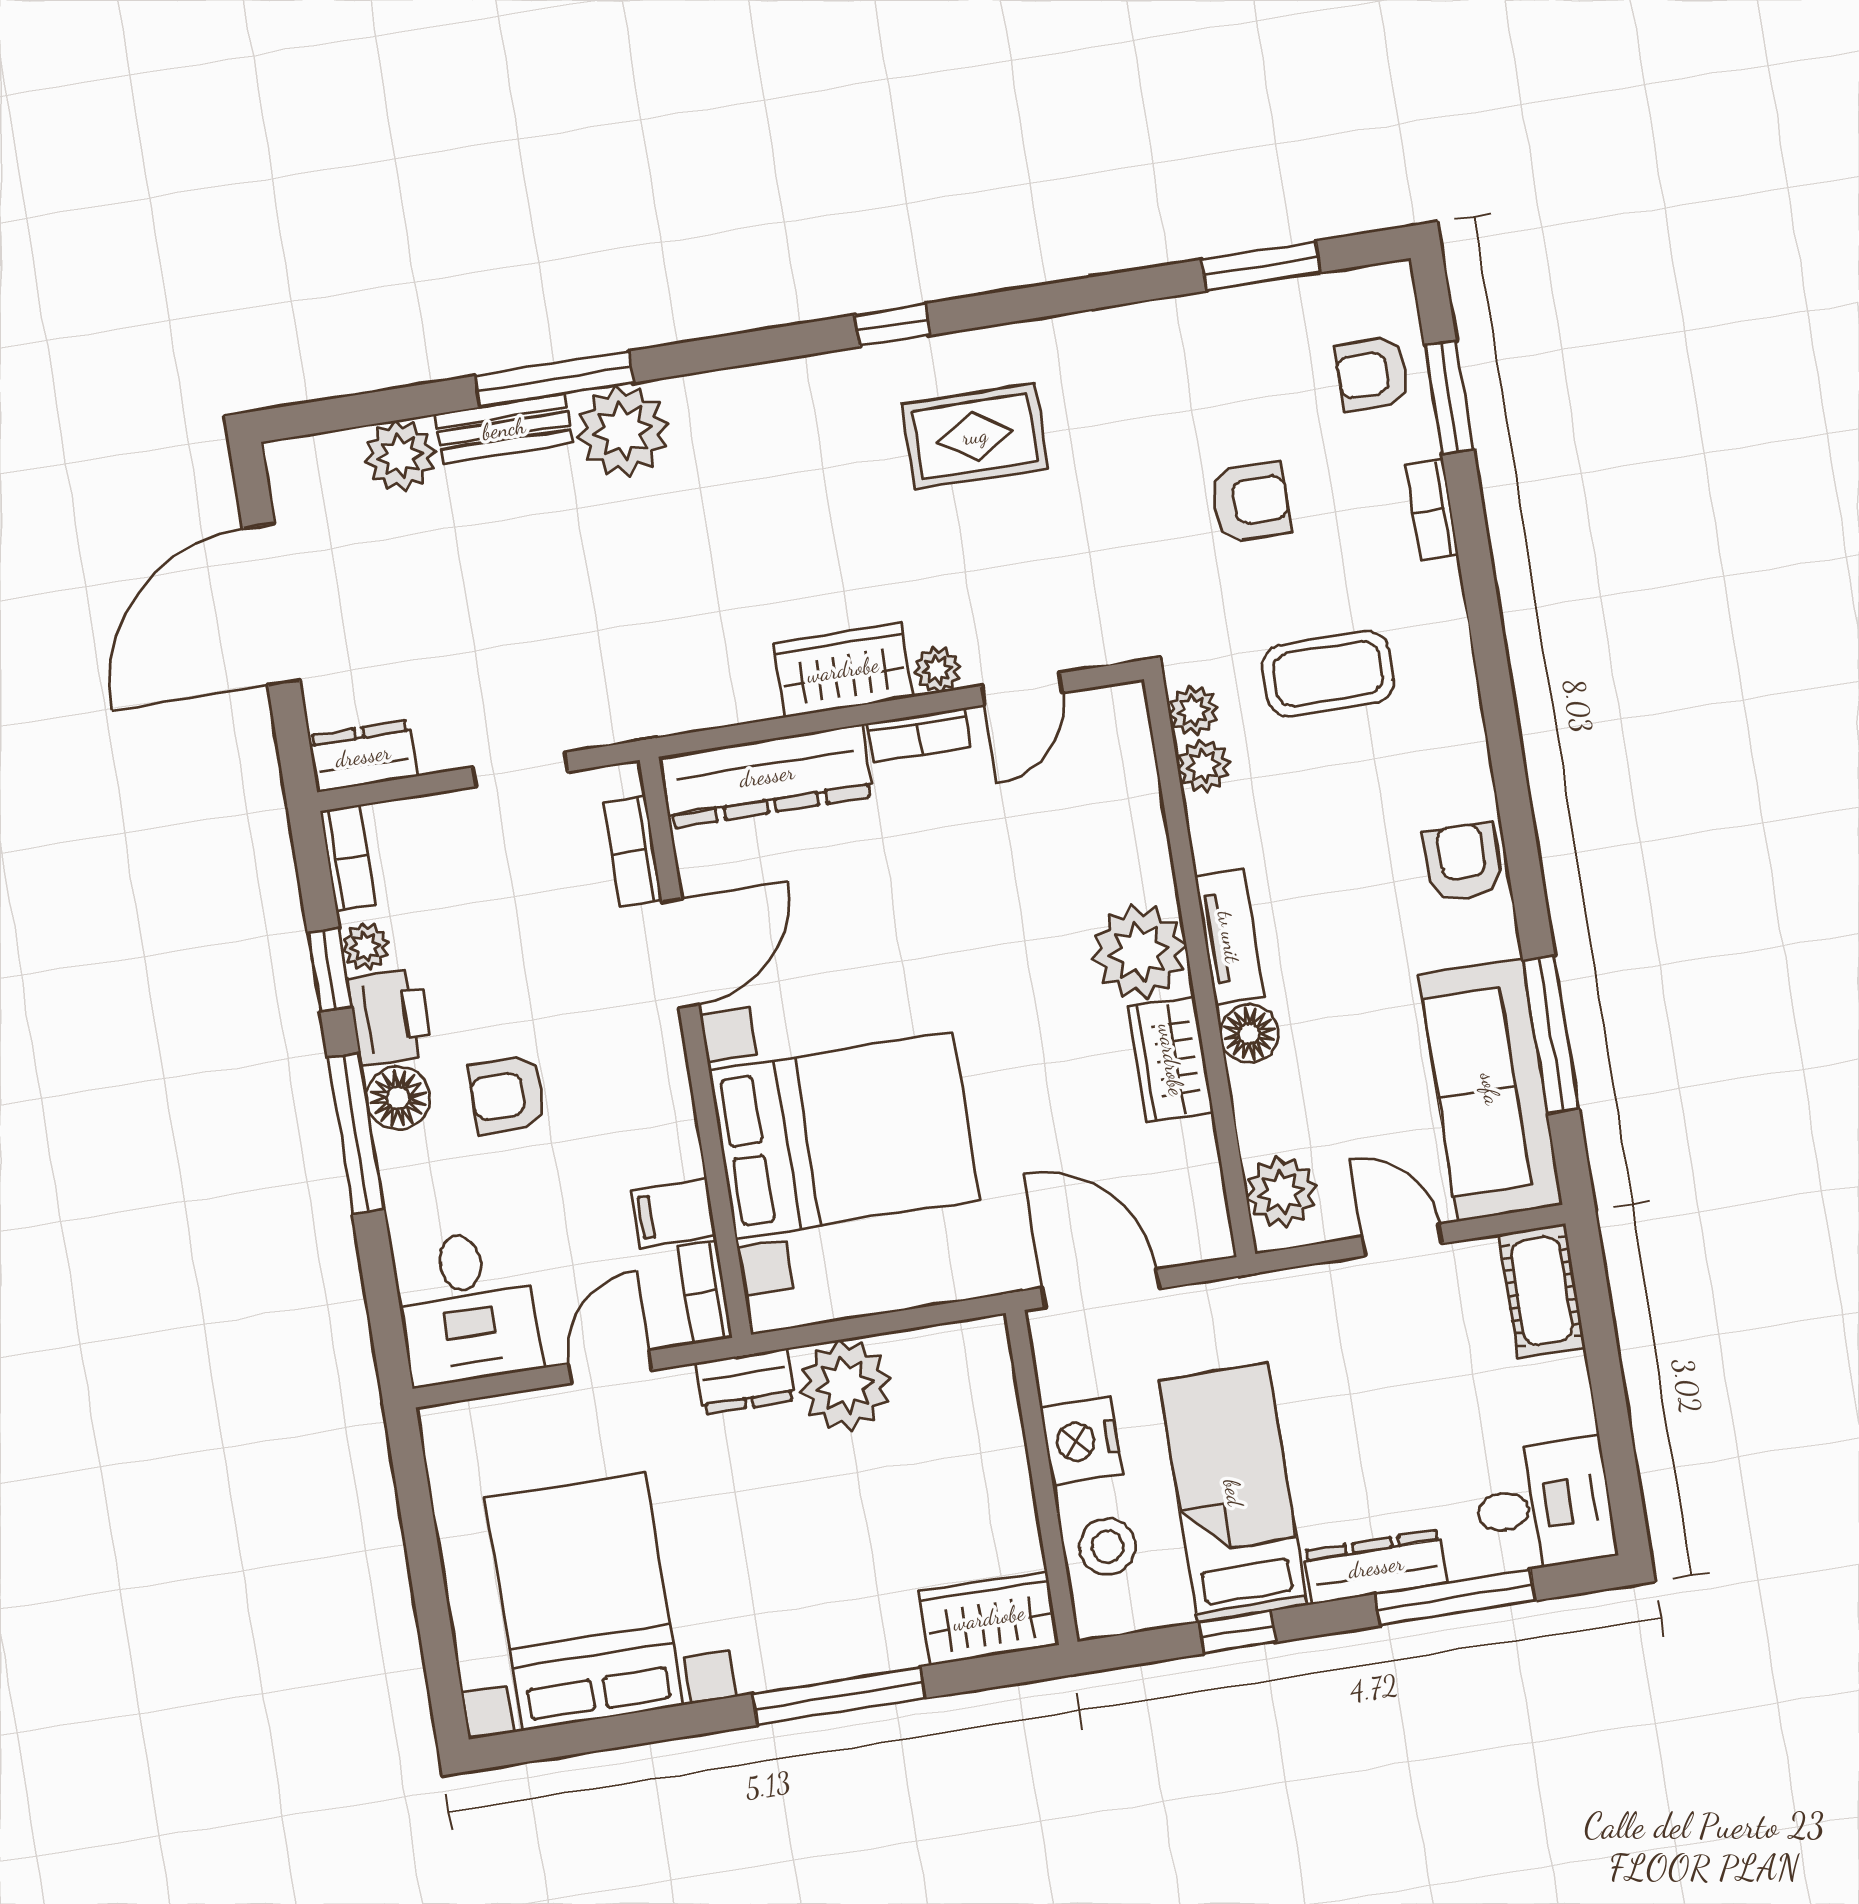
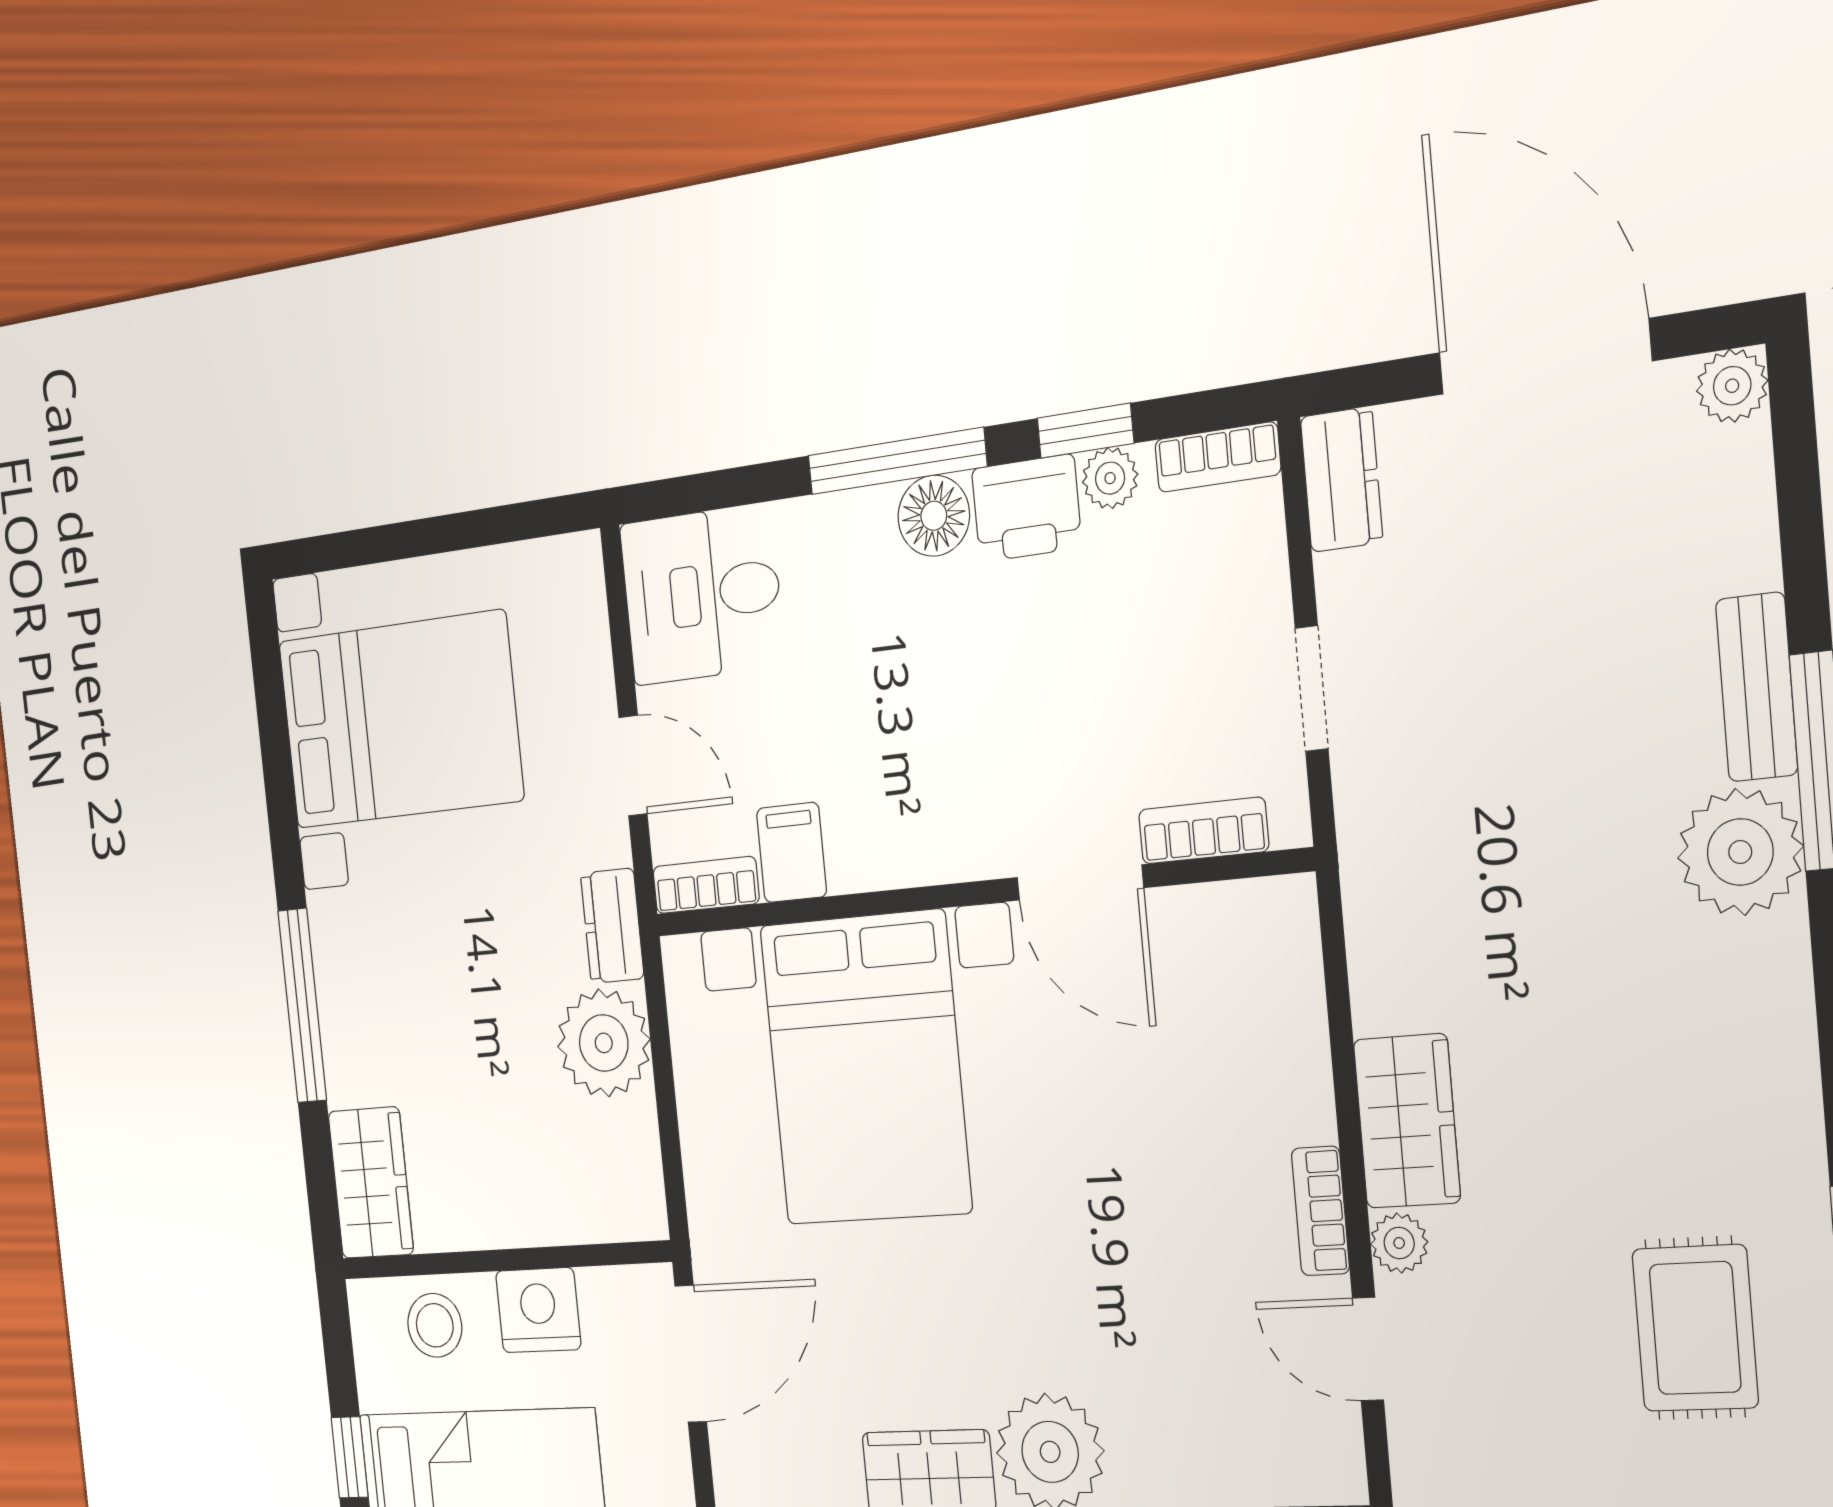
plant: (400, 456) -> (1732, 386), moved, width x0.73, depth x0.73
dresser: (767, 776) -> (1283, 1010), removed
armchair: (508, 1095) -> (931, 655), removed

